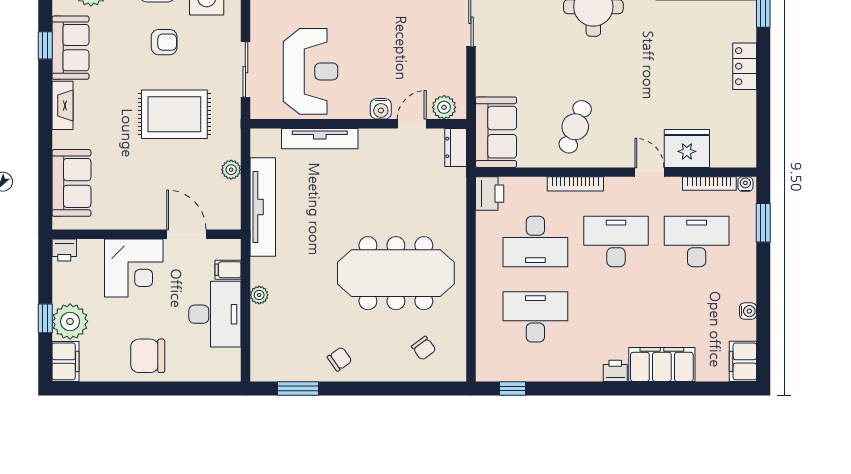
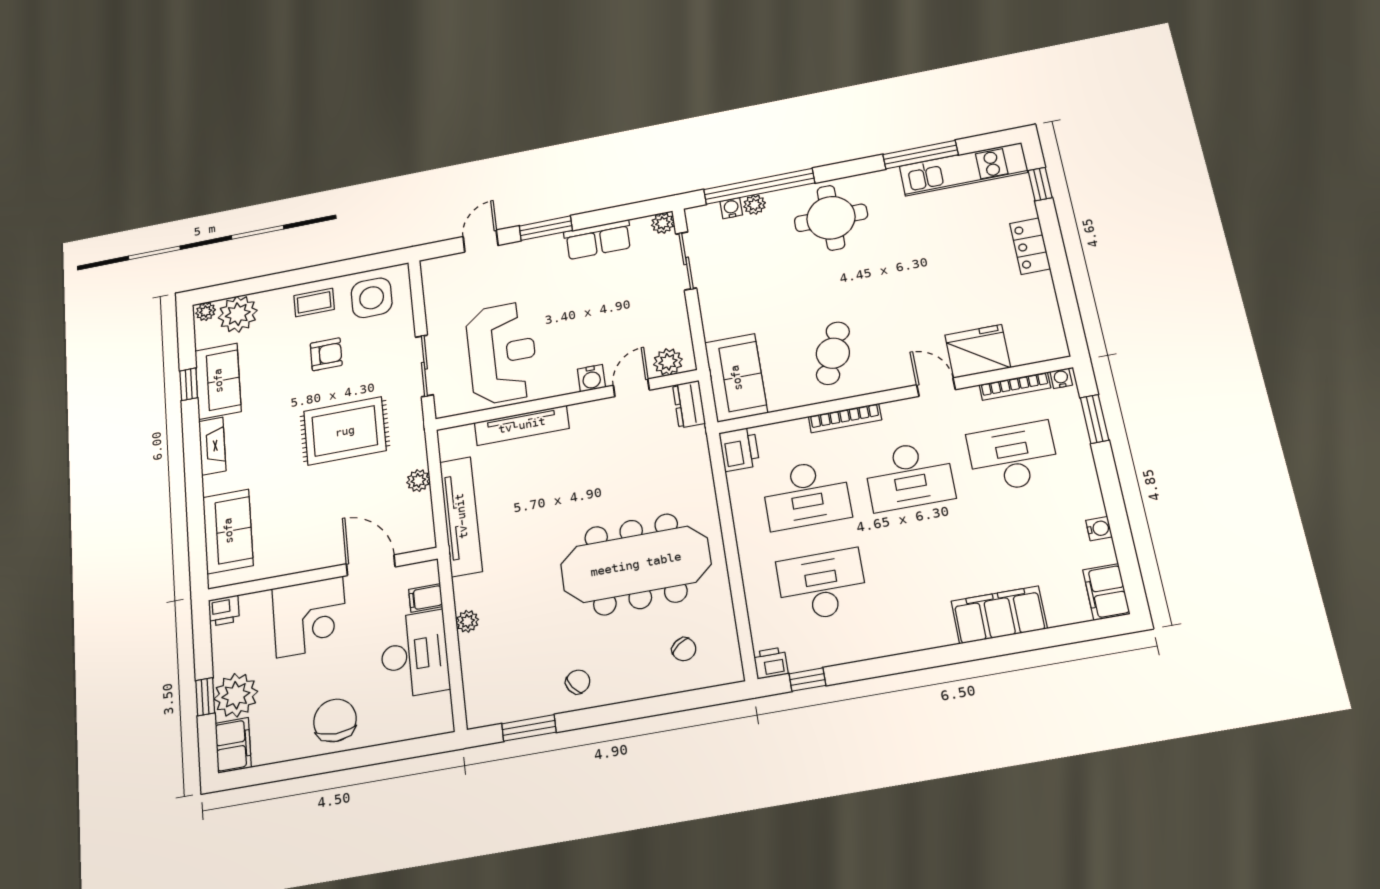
desk: (616, 241) -> (909, 476), turned 180
chair: (148, 356) -> (335, 720), turned 90
printer: (615, 371) -> (771, 663), moved

